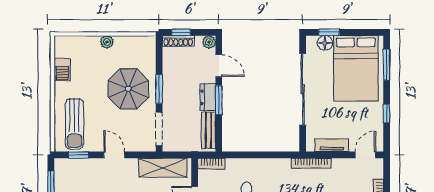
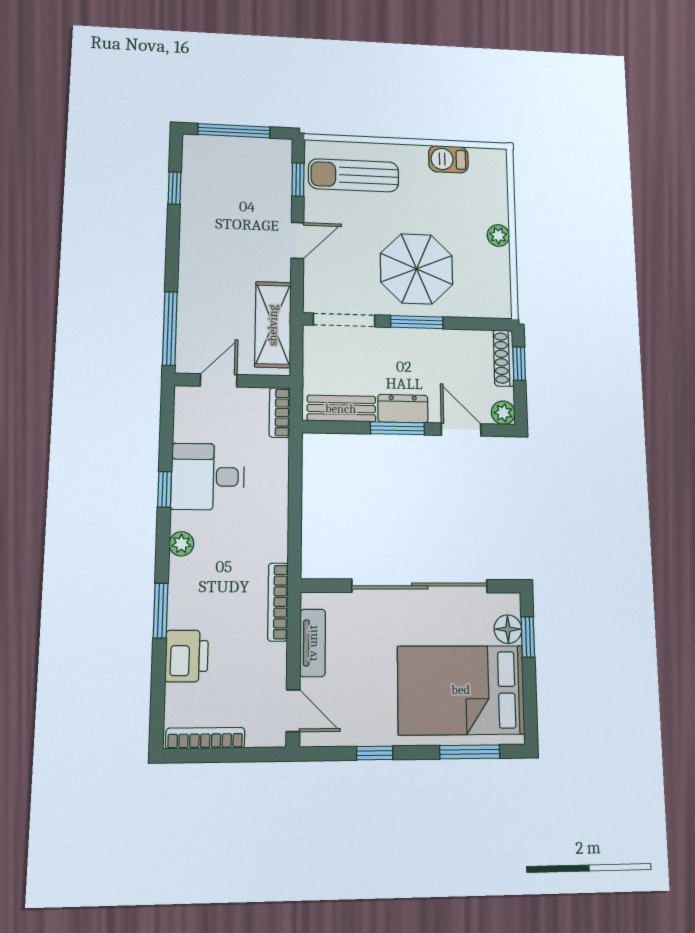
door: (219, 66) -> (461, 430), swing flipped

